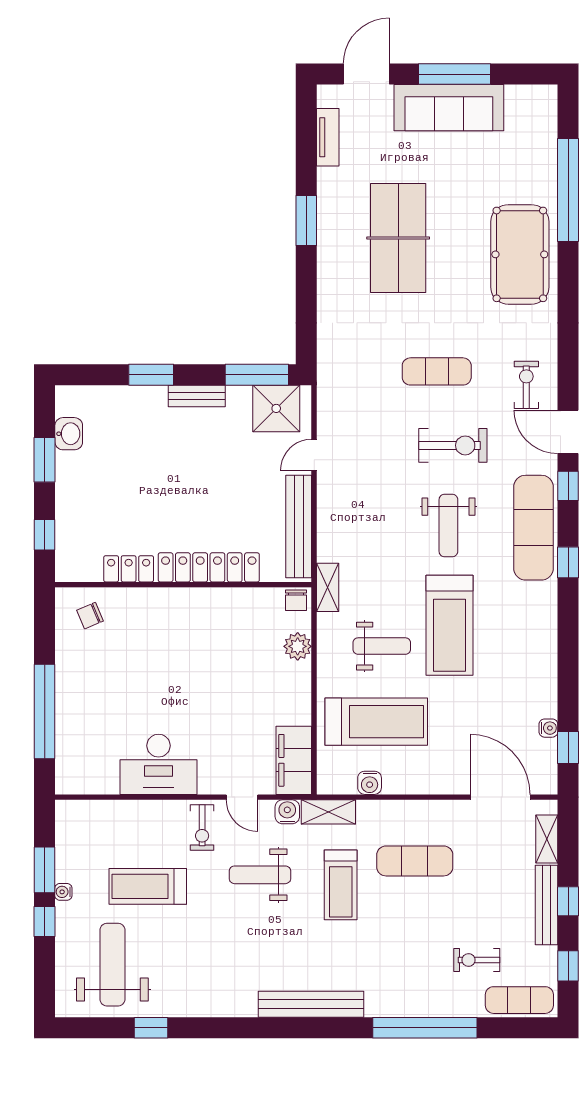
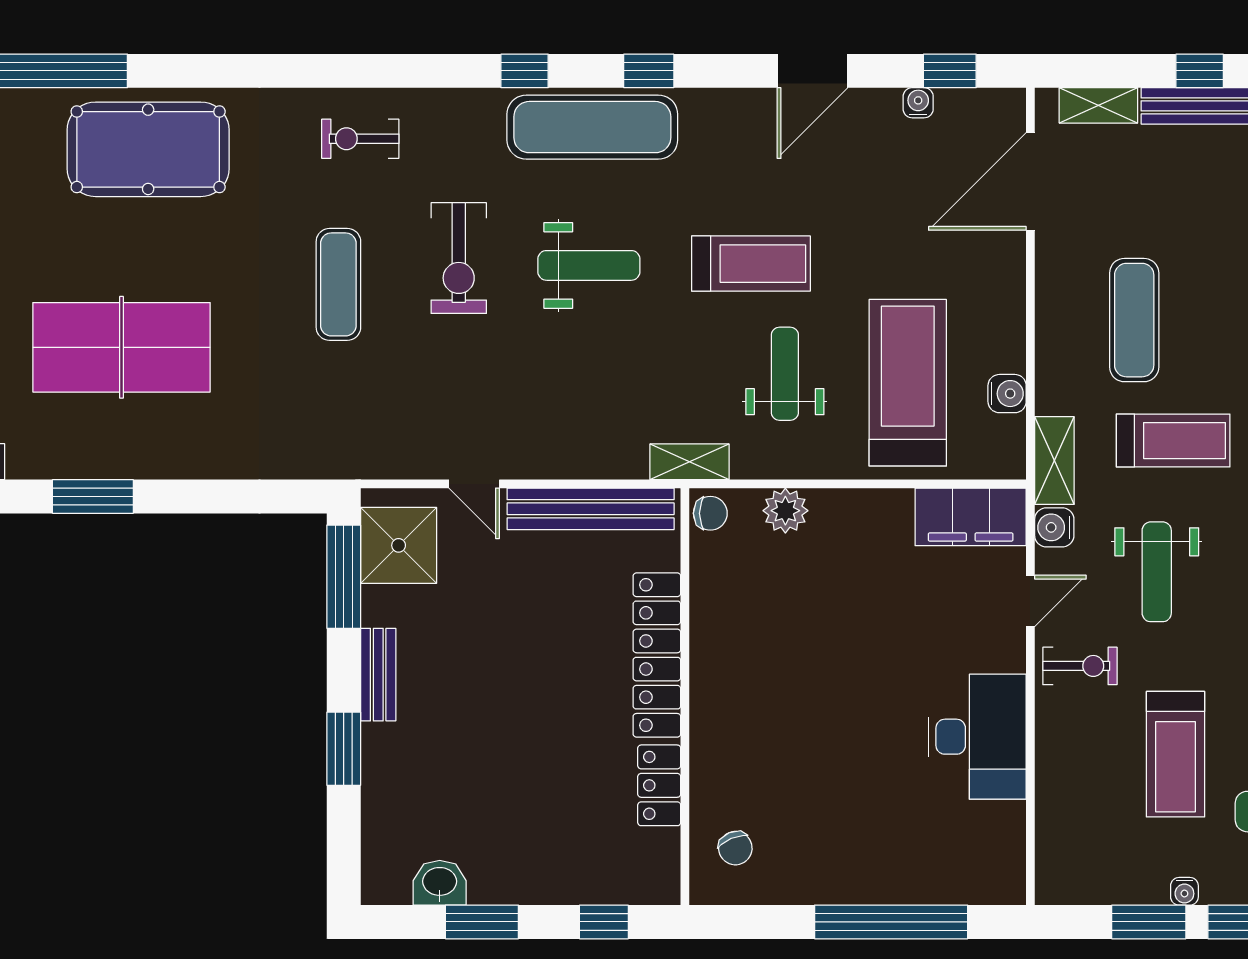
door: (568, 432) -> (813, 71), moved
exercise bike: (453, 445) -> (459, 258), turned 180
treadmill: (450, 625) -> (751, 264), width x0.73, depth x0.73

